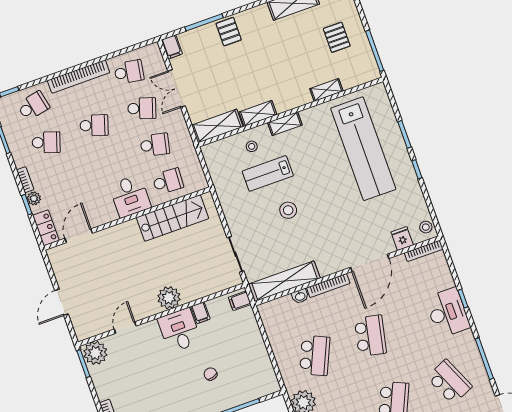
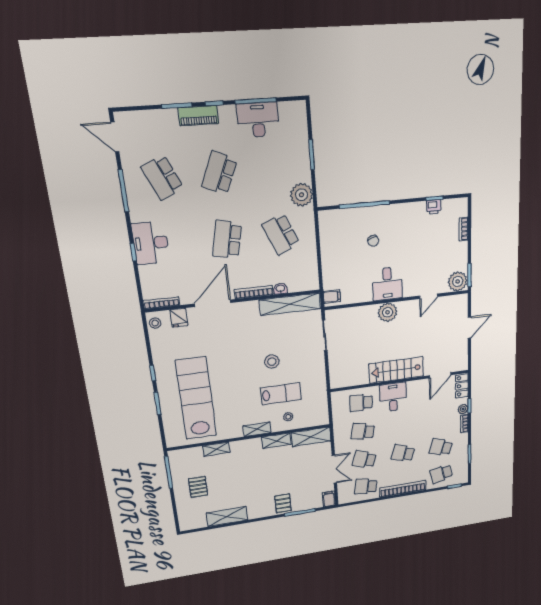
stairs: (172, 218) -> (396, 370), moved
filing cabinet: (200, 313) -> (366, 294), removed
school desk: (315, 355) -> (281, 234), turned -48

